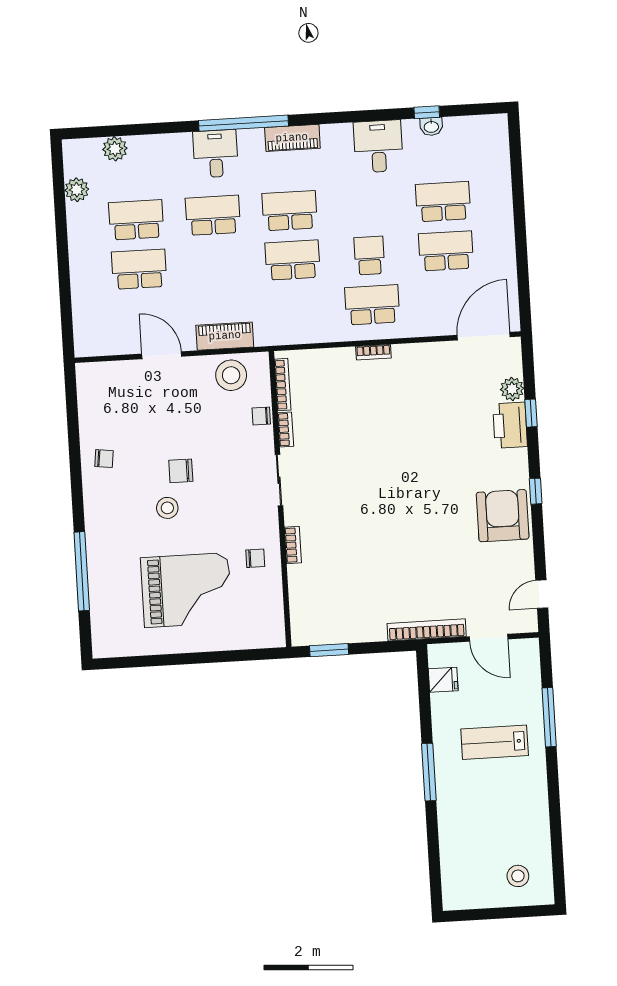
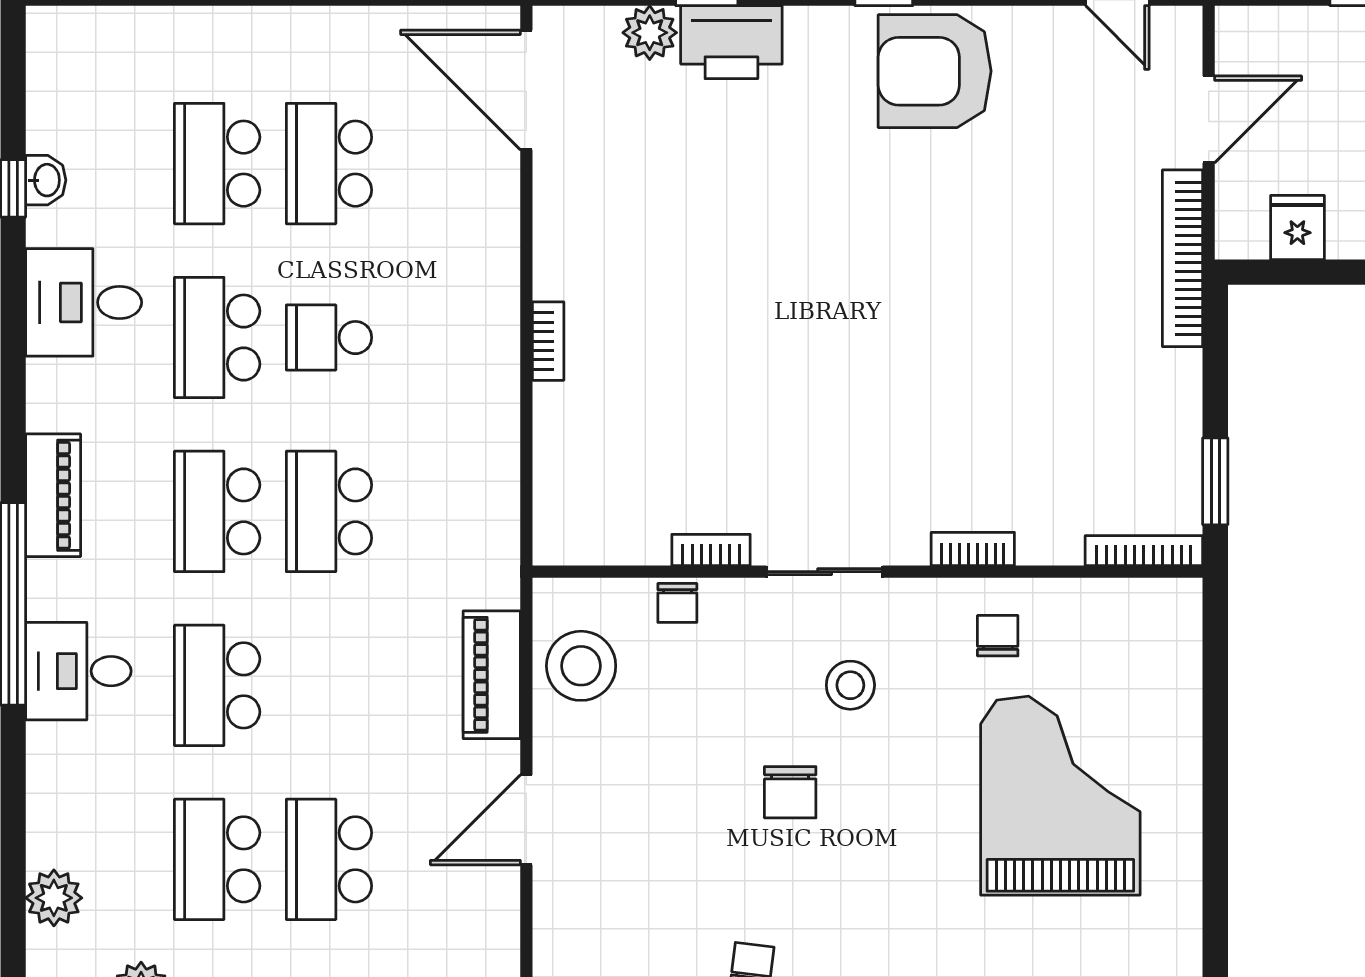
school desk: (372, 305) -> (217, 338), moved
bookcase: (283, 385) -> (1144, 551), moved
stool: (167, 508) -> (850, 685), moved

